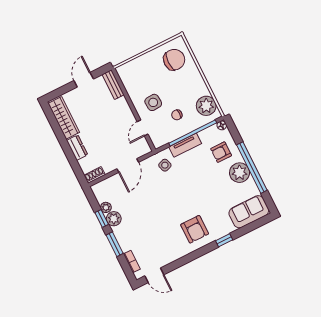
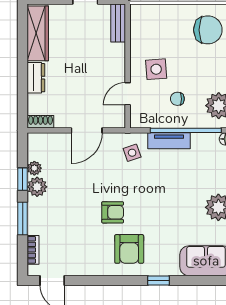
armchair: (221, 152) -> (113, 212), moved, turned 180

